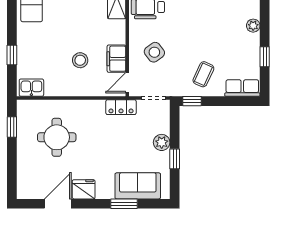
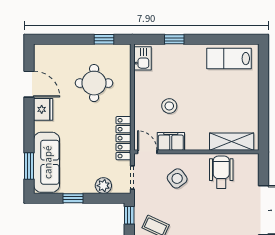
locker: (121, 107) -> (123, 138), width x1.53
plant: (162, 142) -> (103, 186), moved
sofa: (138, 186) -> (47, 162), width x1.36
window: (124, 204) -> (29, 166), moved

